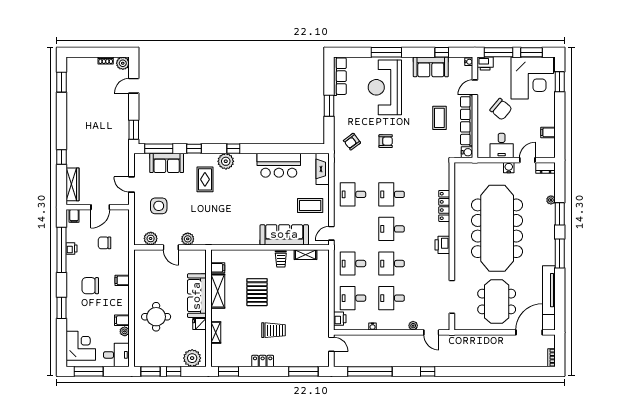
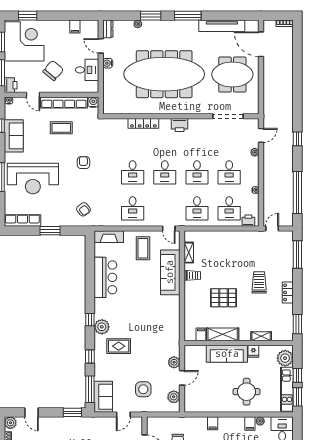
armchair: (386, 141) -> (83, 163), moved
sofa: (167, 163) -> (103, 397), moved
kitchen unit: (159, 360) -> (287, 389), added

